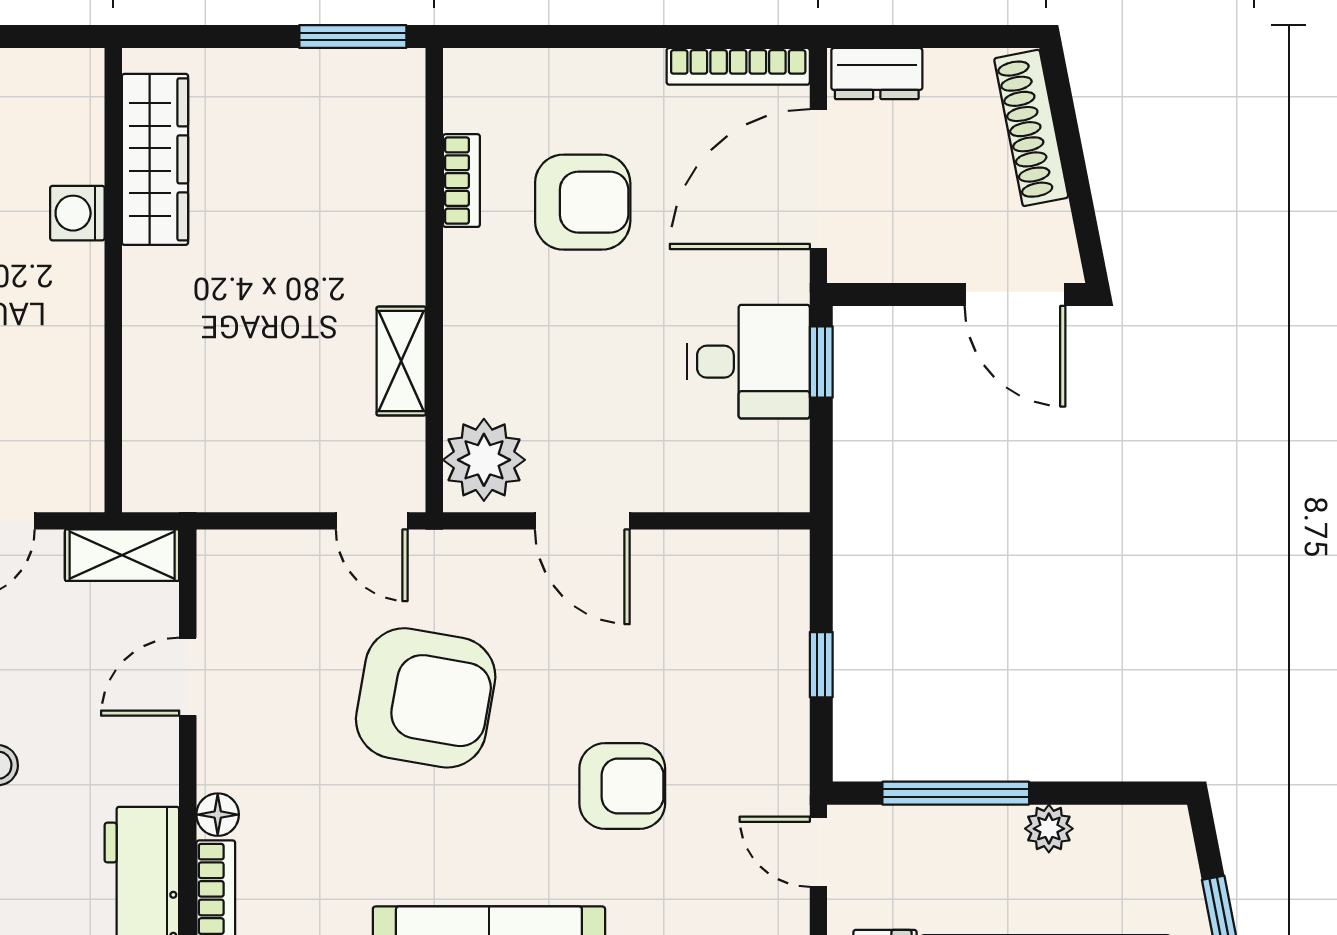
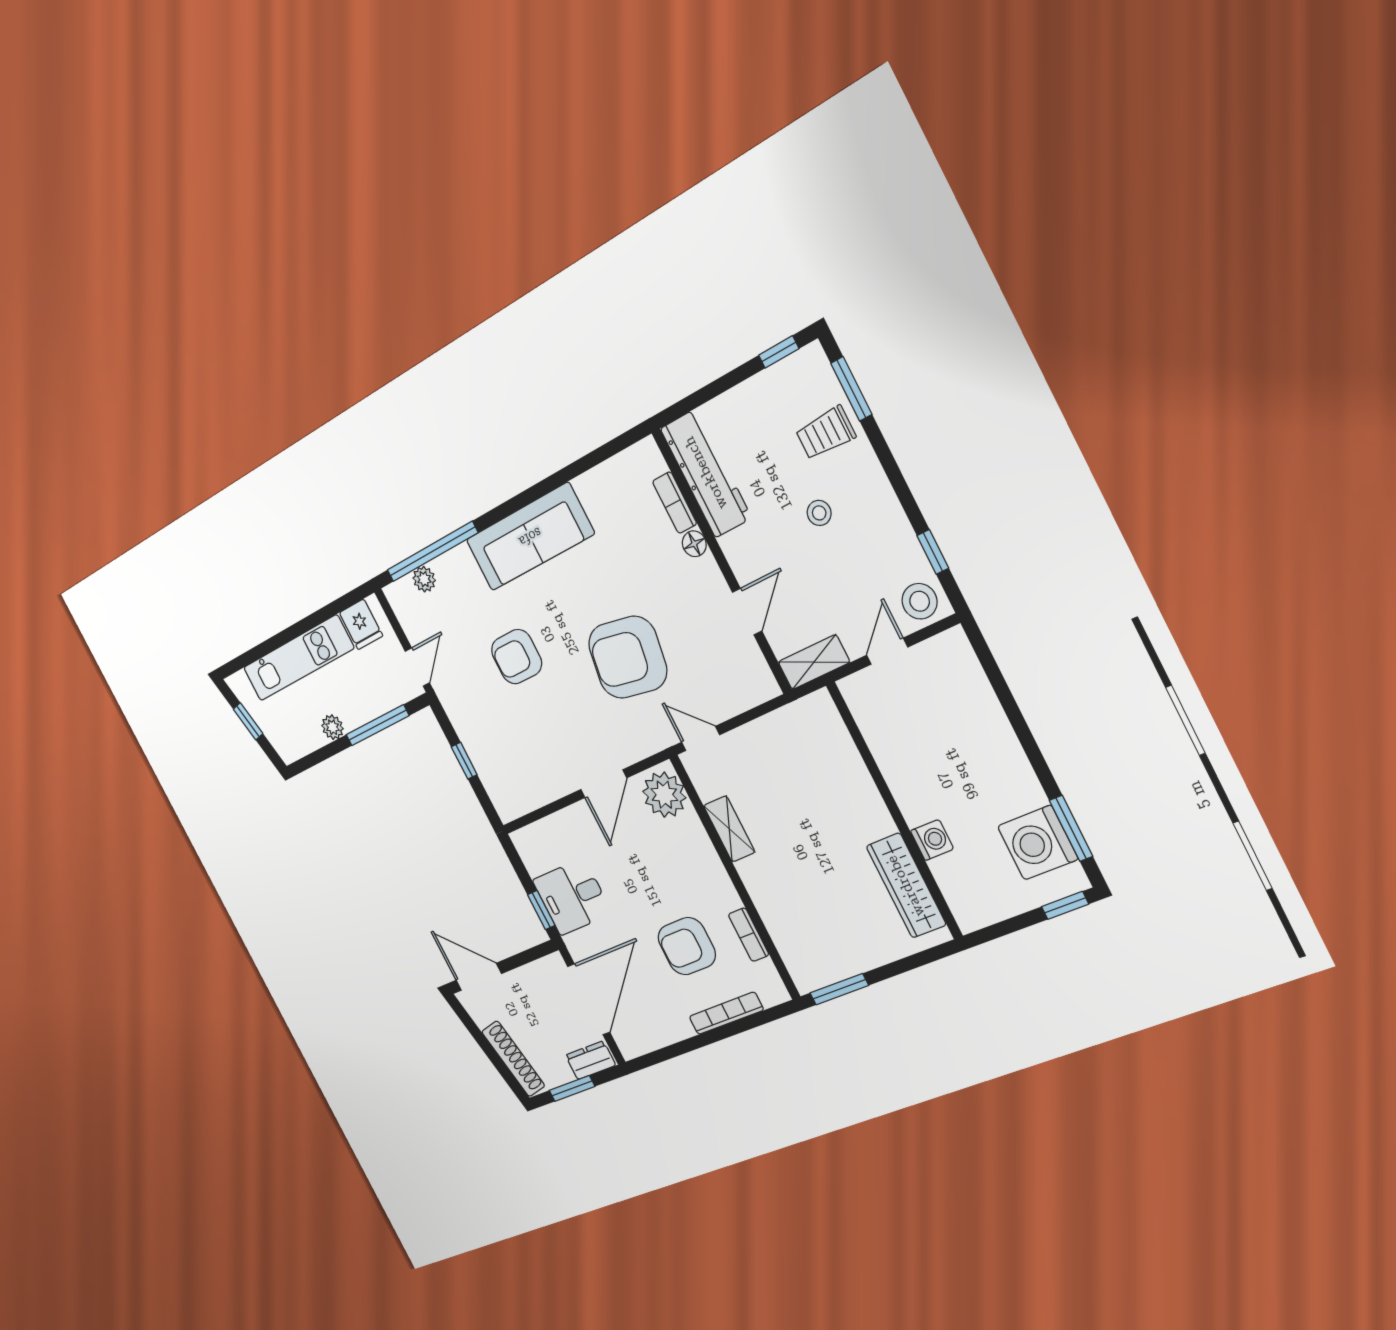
window: (943, 37) -> (572, 1088), added
bookcase: (738, 66) -> (726, 1013), moved
door: (582, 521) -> (604, 784), swing flipped
door: (818, 852) -> (417, 667), hinge flipped

